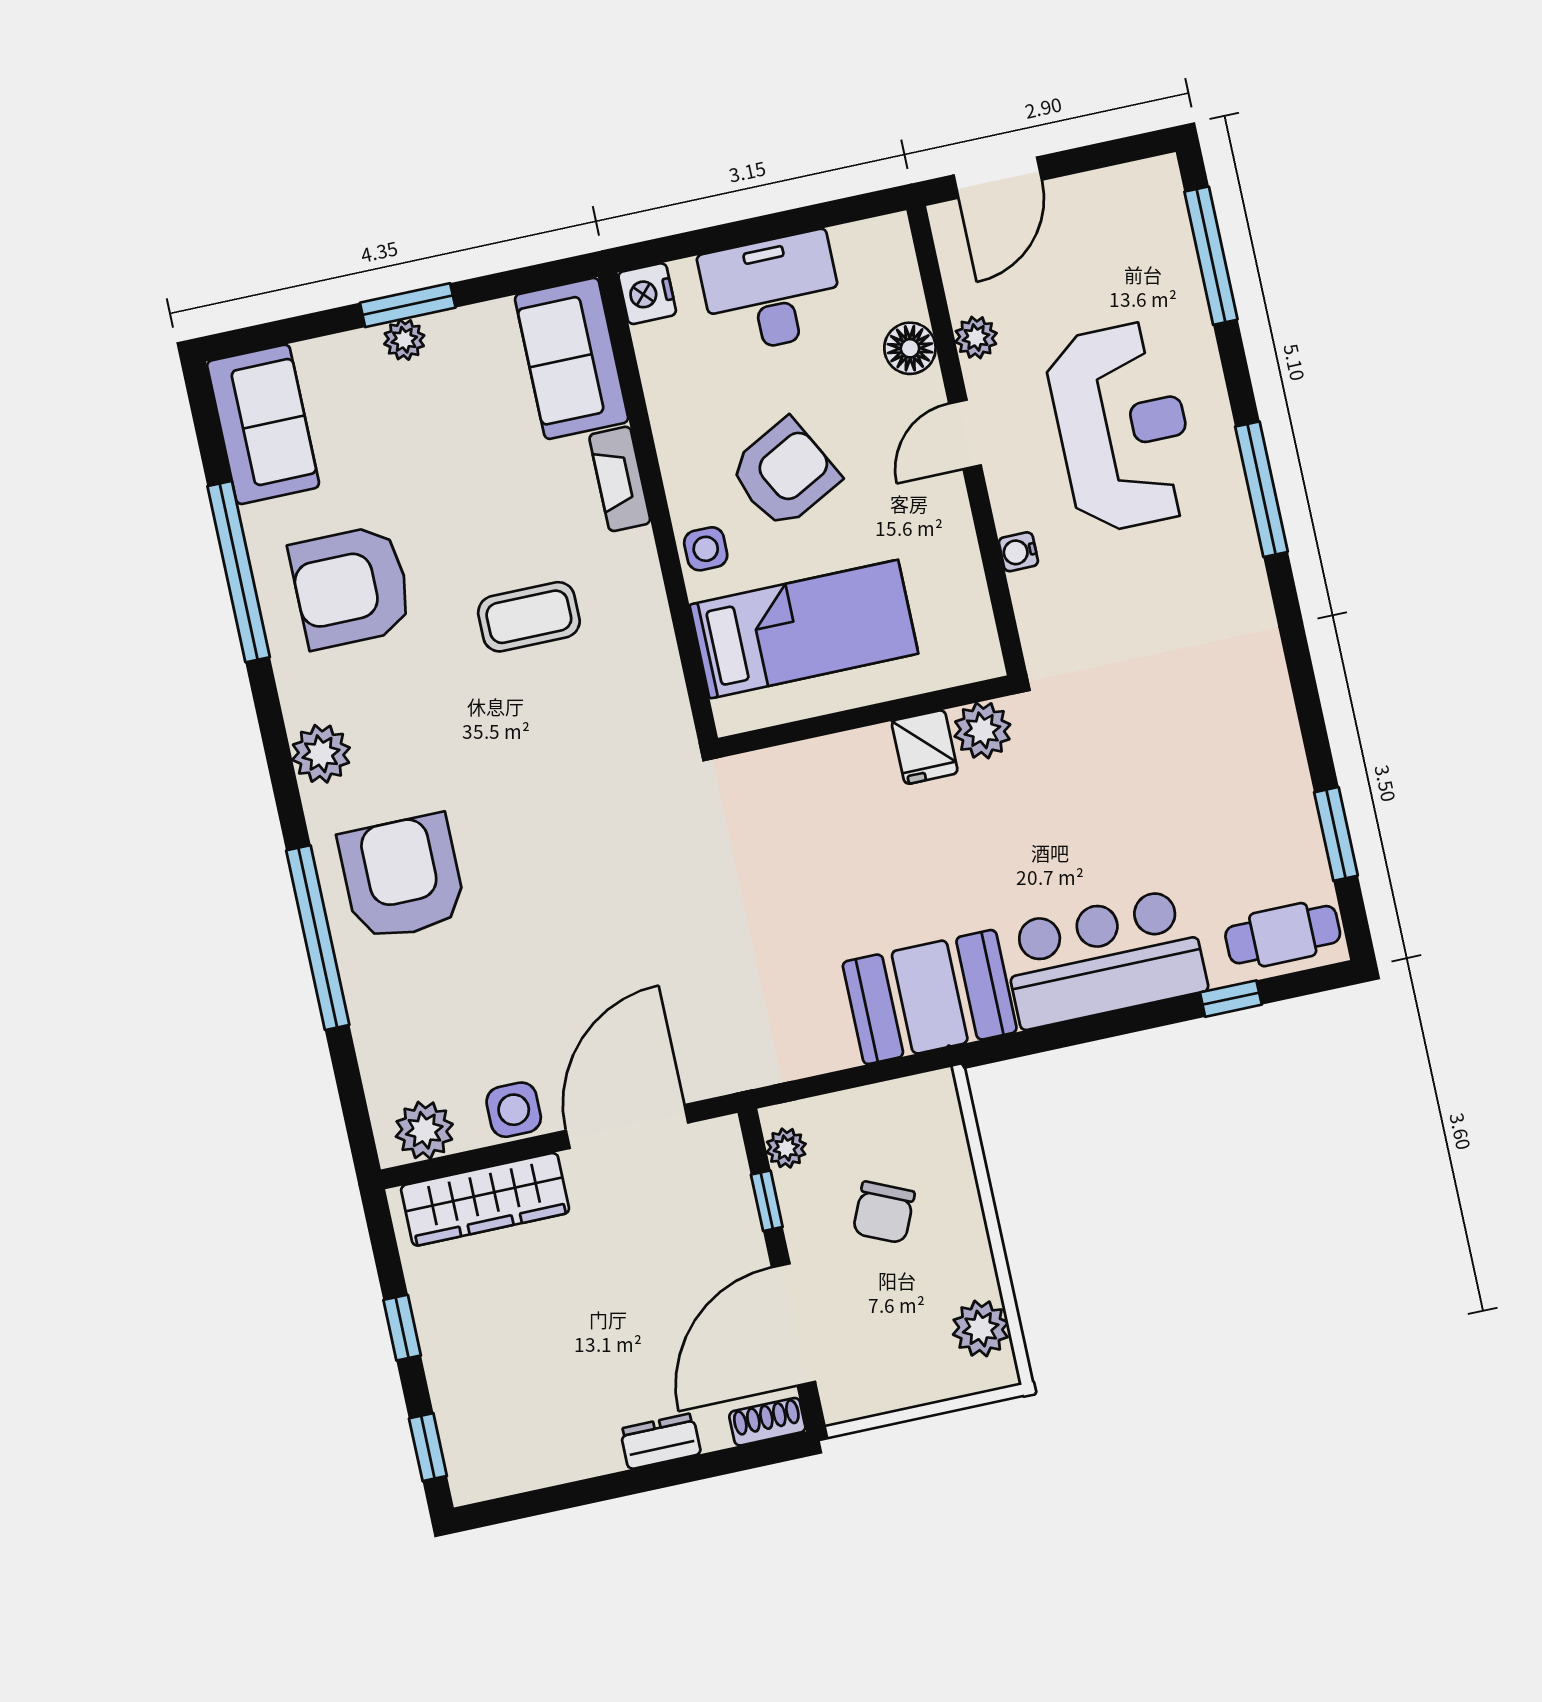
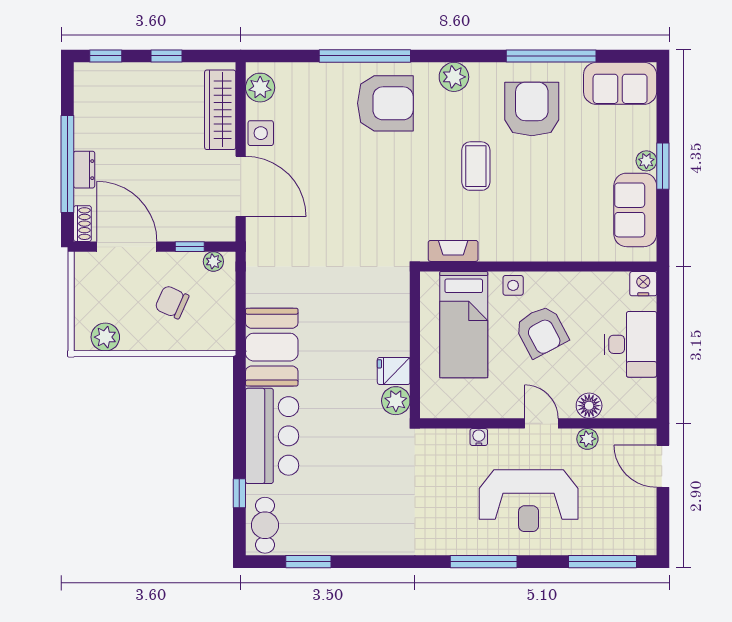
sofa: (572, 358) -> (635, 210), moved, turned -90
fireplace: (620, 479) -> (453, 251), moved
coffee table: (529, 617) -> (476, 166), moved
window: (656, 1476) -> (67, 164), added

